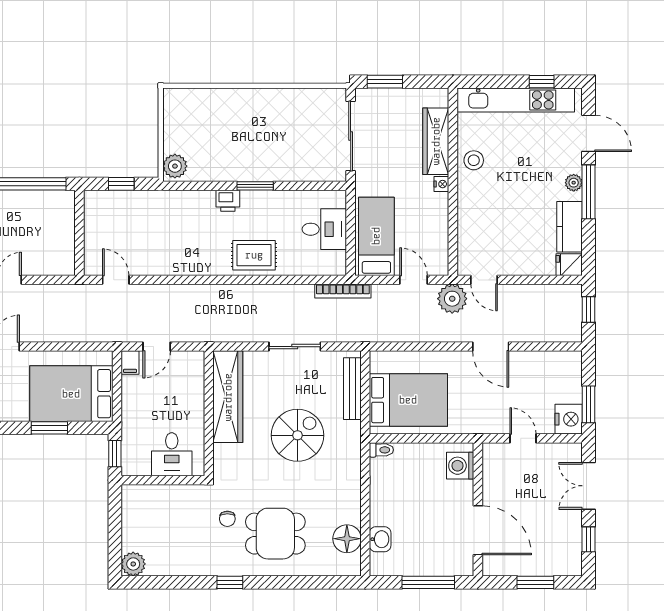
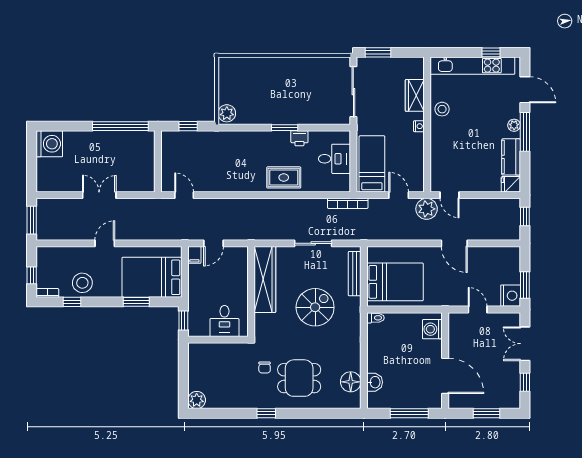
wardrobe: (436, 141) -> (415, 95), width x0.67
printer: (228, 201) -> (299, 138), moved

